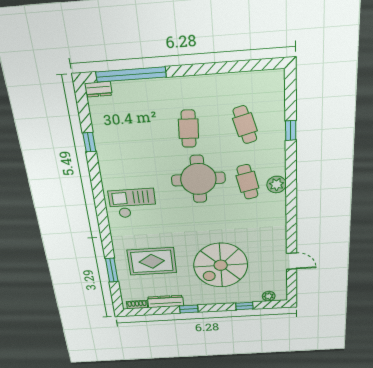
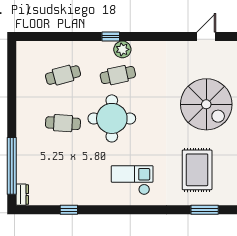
window: (291, 130) -> (111, 37), moved
checkout: (133, 203) -> (132, 180), turned 90

